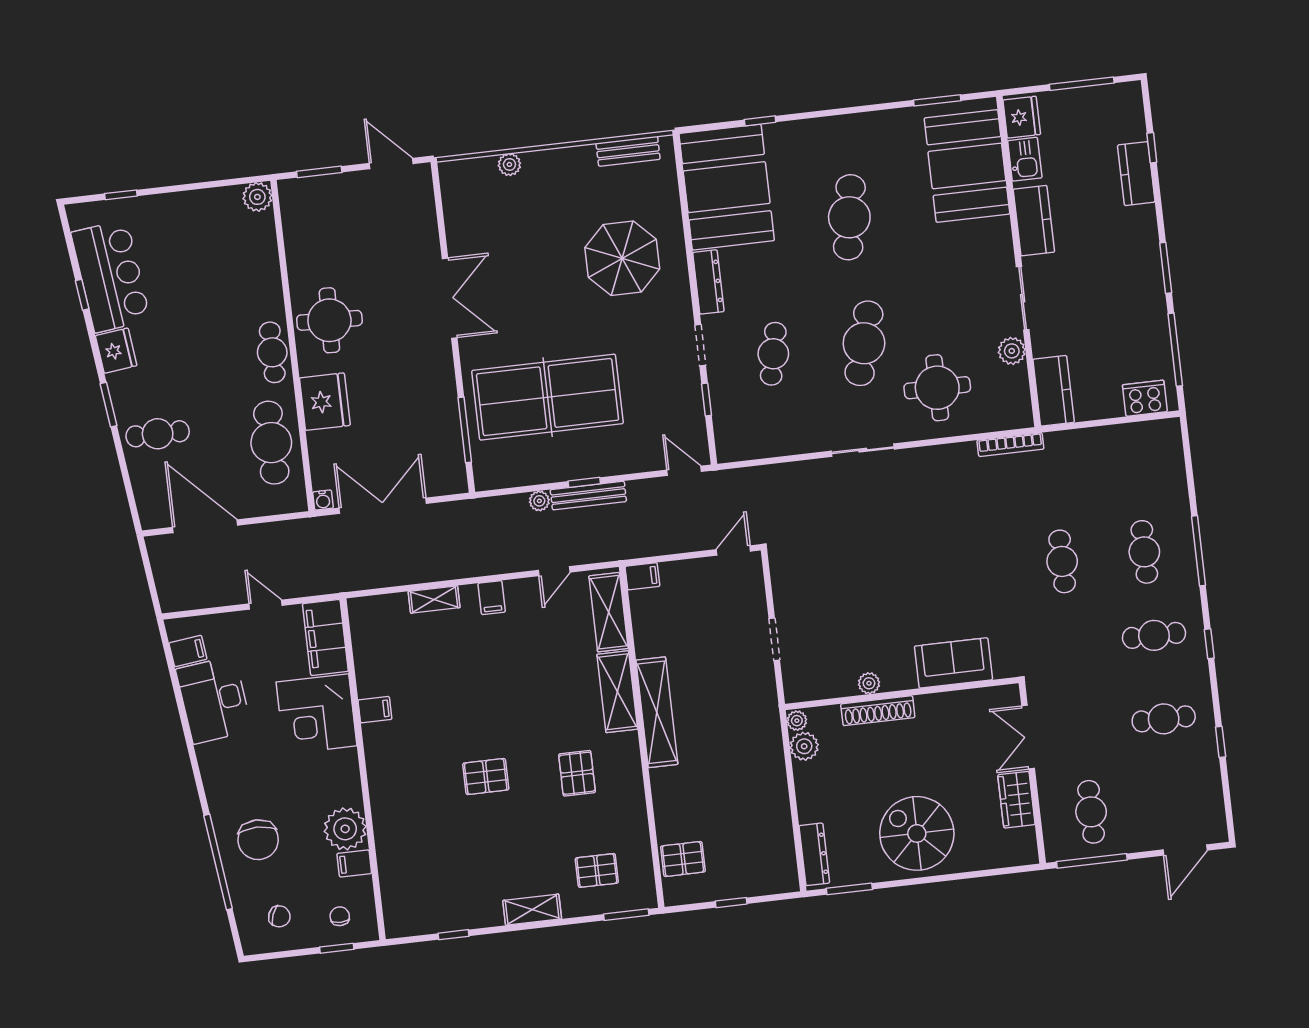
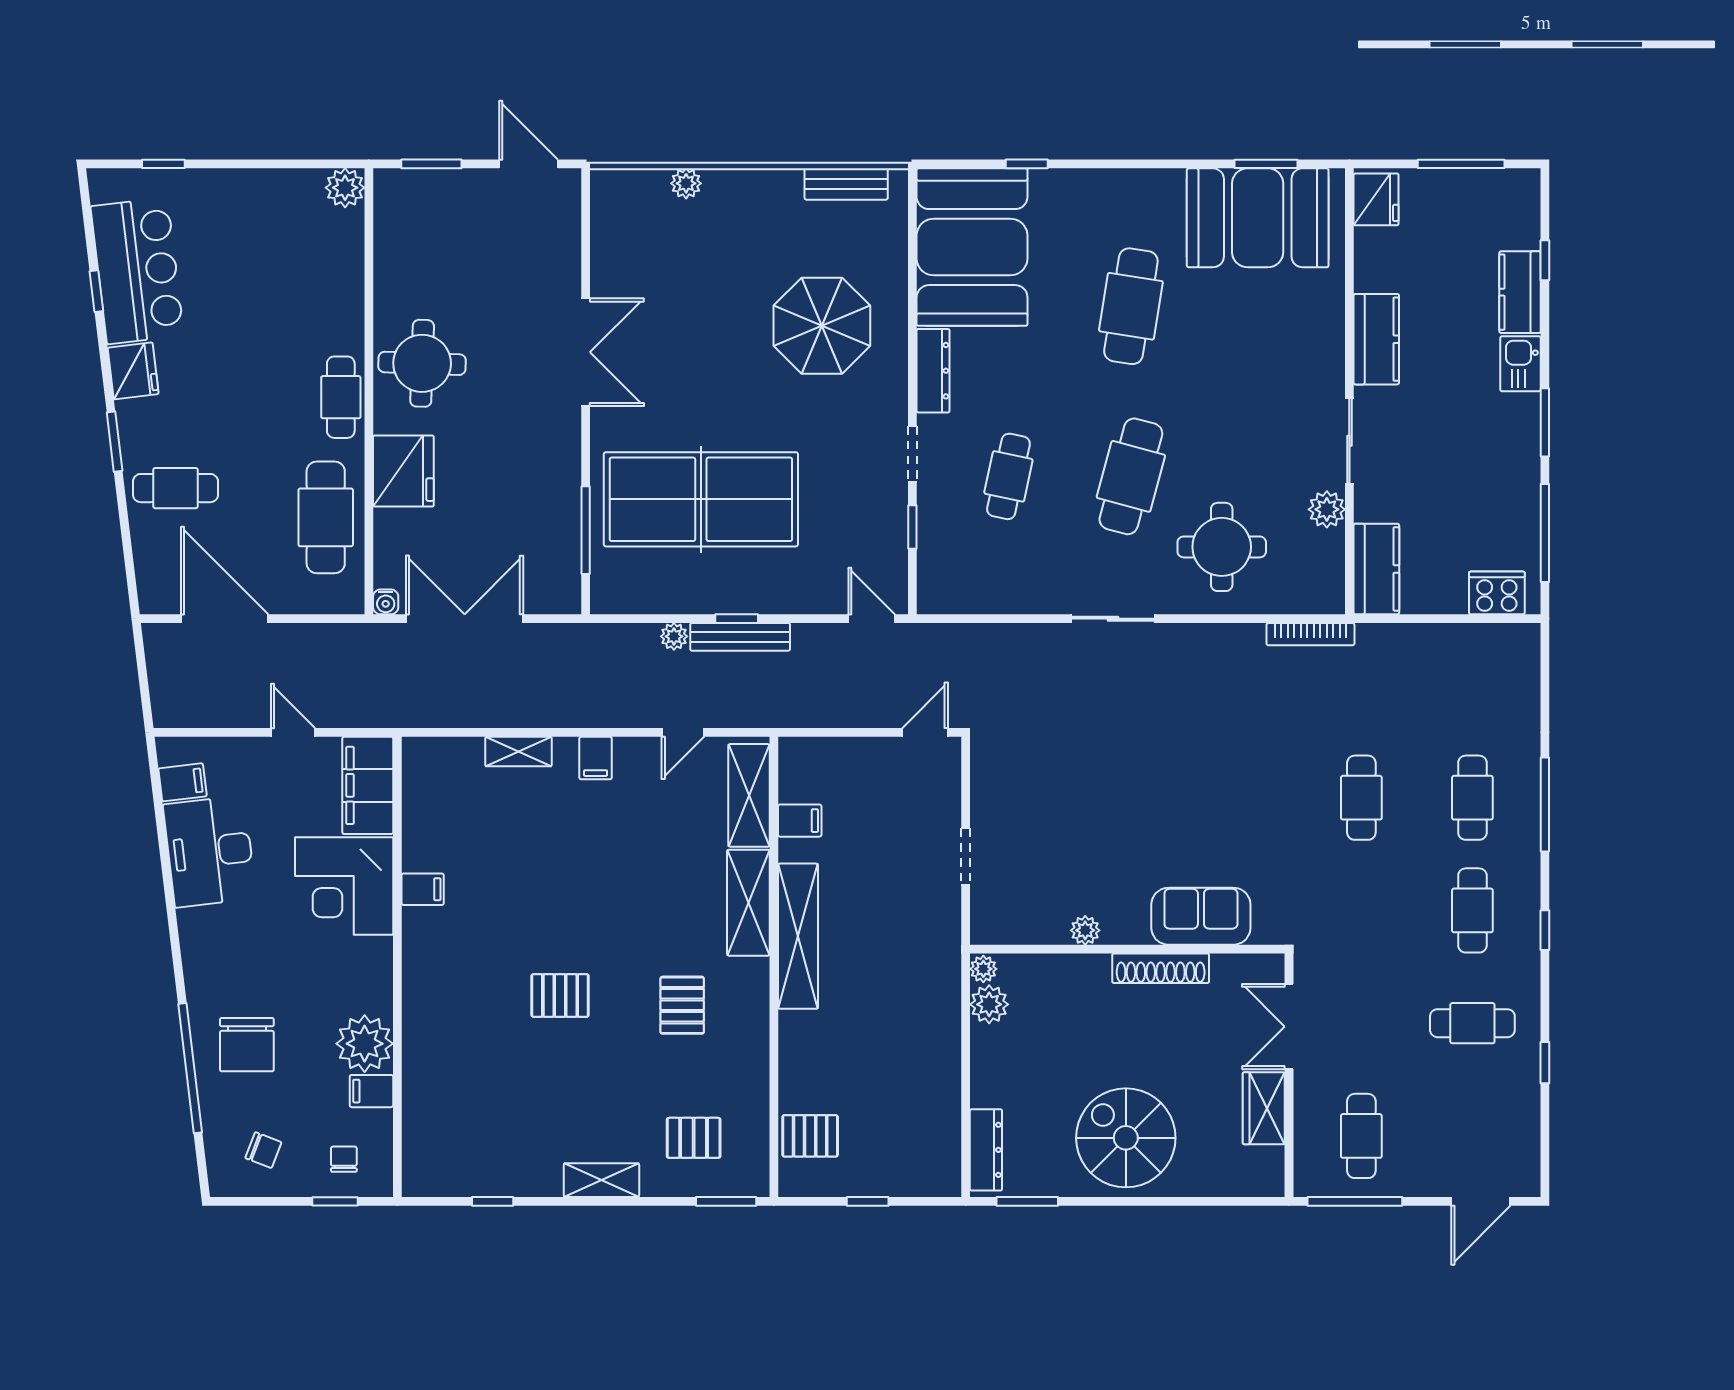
kitchen sink: (1025, 159) -> (1520, 364), moved, turned 180
booth: (967, 166) -> (1258, 218), moved, turned 90
filing cabinet: (642, 576) -> (800, 821), moved
cafe table: (1154, 635) -> (1472, 910), turned 90
shoe rack: (878, 711) -> (1161, 968), moved

